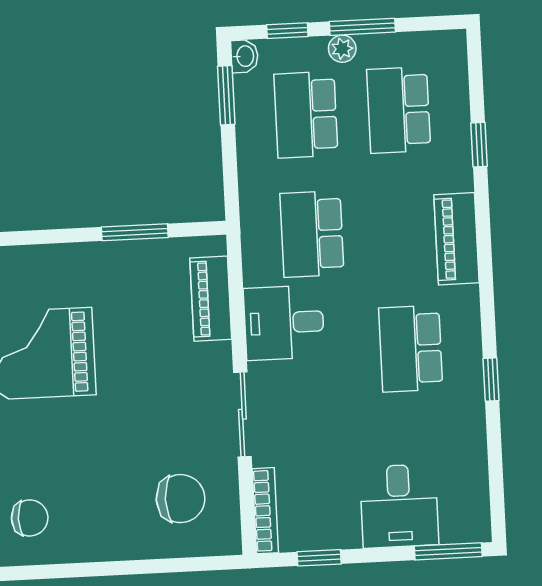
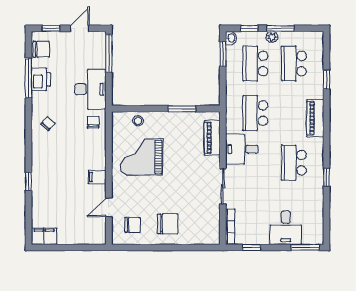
stool: (30, 267) -> (138, 121), added
chair: (181, 499) -> (168, 224), moved

